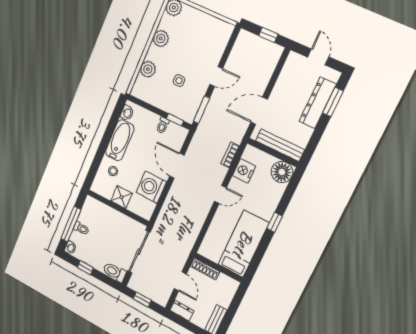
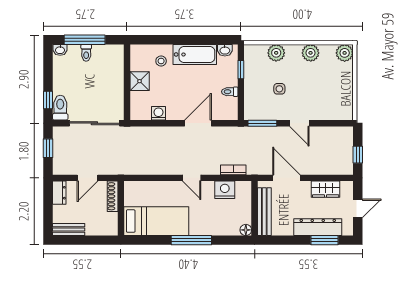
wardrobe: (286, 79) -> (326, 189), added
window: (175, 120) -> (241, 70), moved
floor lamp: (282, 172) -> (246, 230), width x0.53, depth x0.53
washing machine: (151, 187) -> (158, 113), width x0.53, depth x0.53
window: (275, 222) -> (191, 240), width x2.17
window: (85, 268) -> (48, 100), moved

